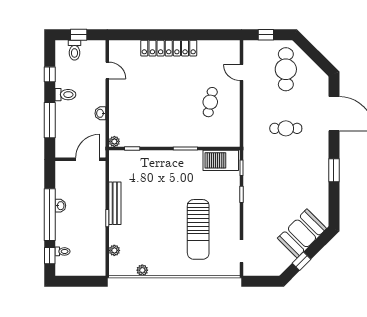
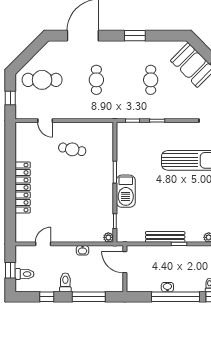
door: (242, 73) -> (45, 121), hinge flipped
barbecue: (221, 160) -> (126, 191), moved
cafe table: (286, 187) -> (151, 80), added

